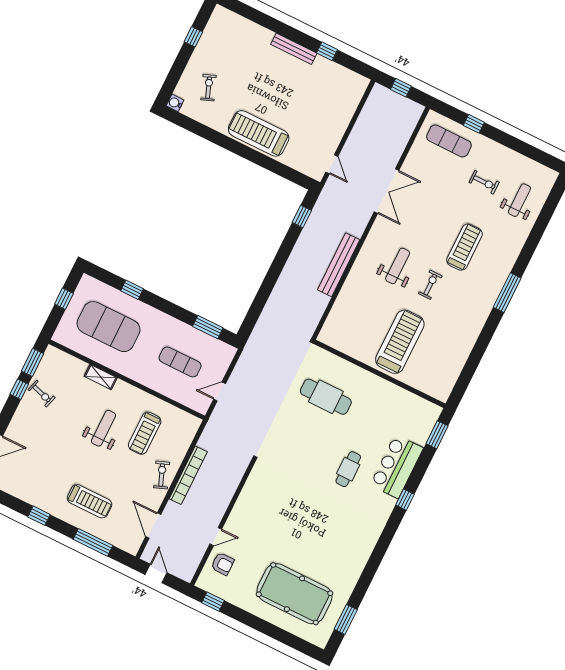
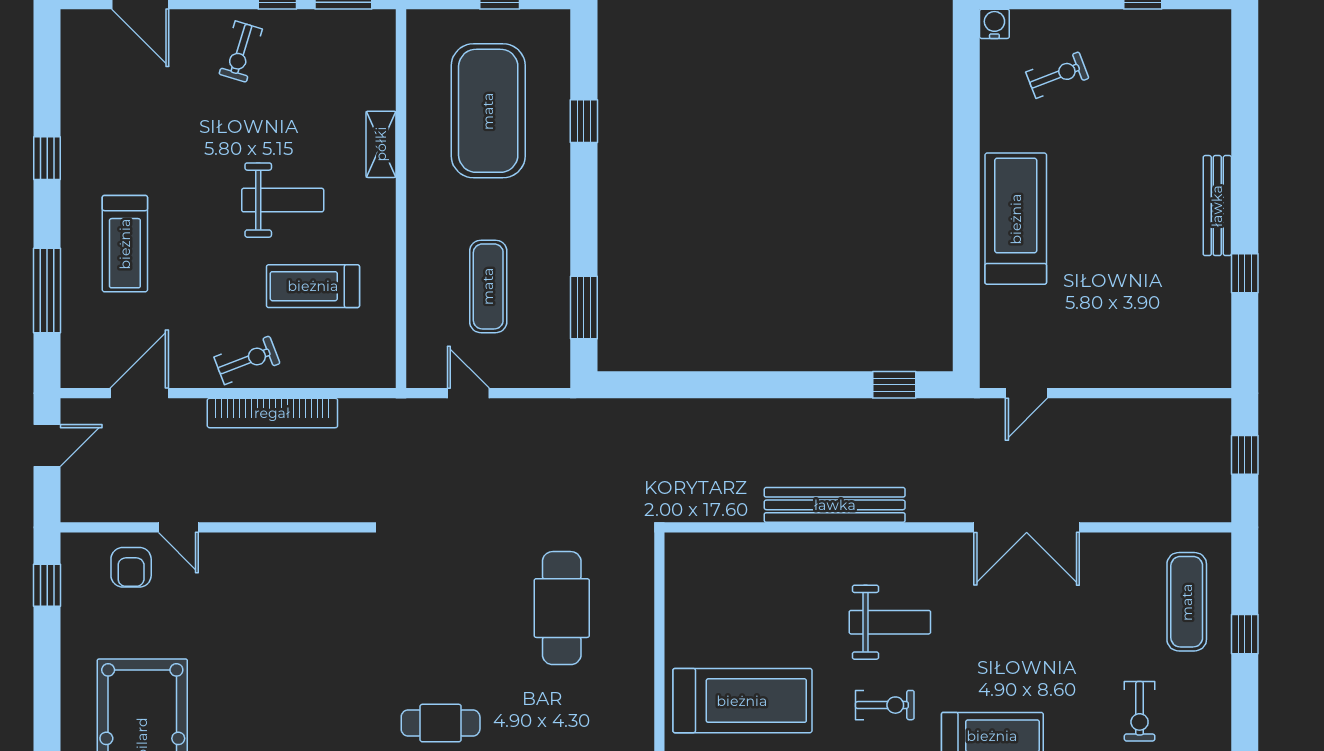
exercise bike: (42, 394) -> (241, 52), moved

